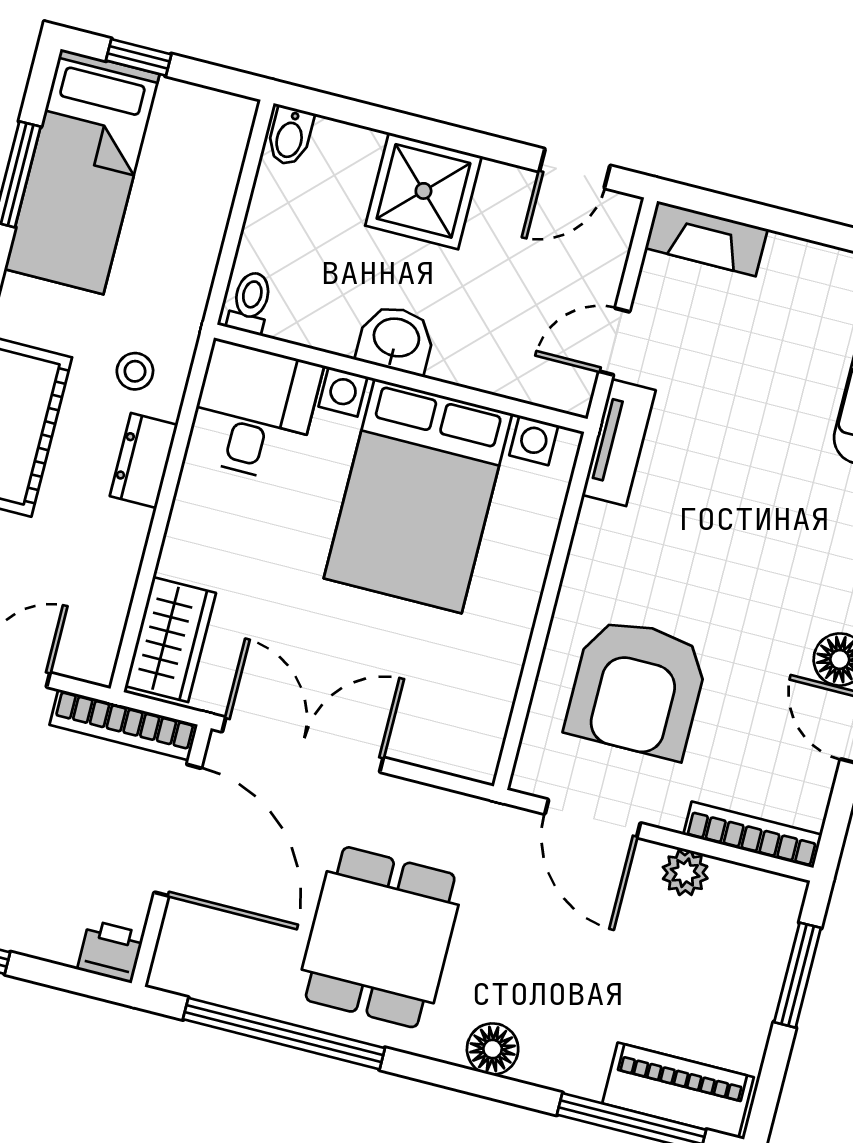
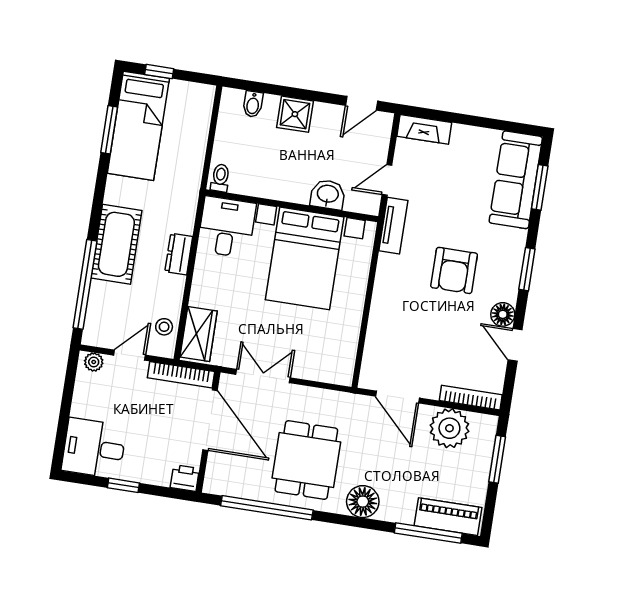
bidet: (290, 136) -> (253, 104), moved
shower: (423, 191) -> (295, 114), width x0.73, depth x0.73
washbasin: (396, 339) -> (328, 195), moved
stool: (135, 371) -> (164, 327), moved
armchair: (637, 688) -> (454, 270), moved, width x0.73, depth x0.73
double door: (303, 745) -> (263, 376), width x0.73
plant: (685, 873) -> (449, 428), width x1.87, depth x1.87
floor lamp: (493, 1049) -> (363, 502), width x1.38, depth x1.38

